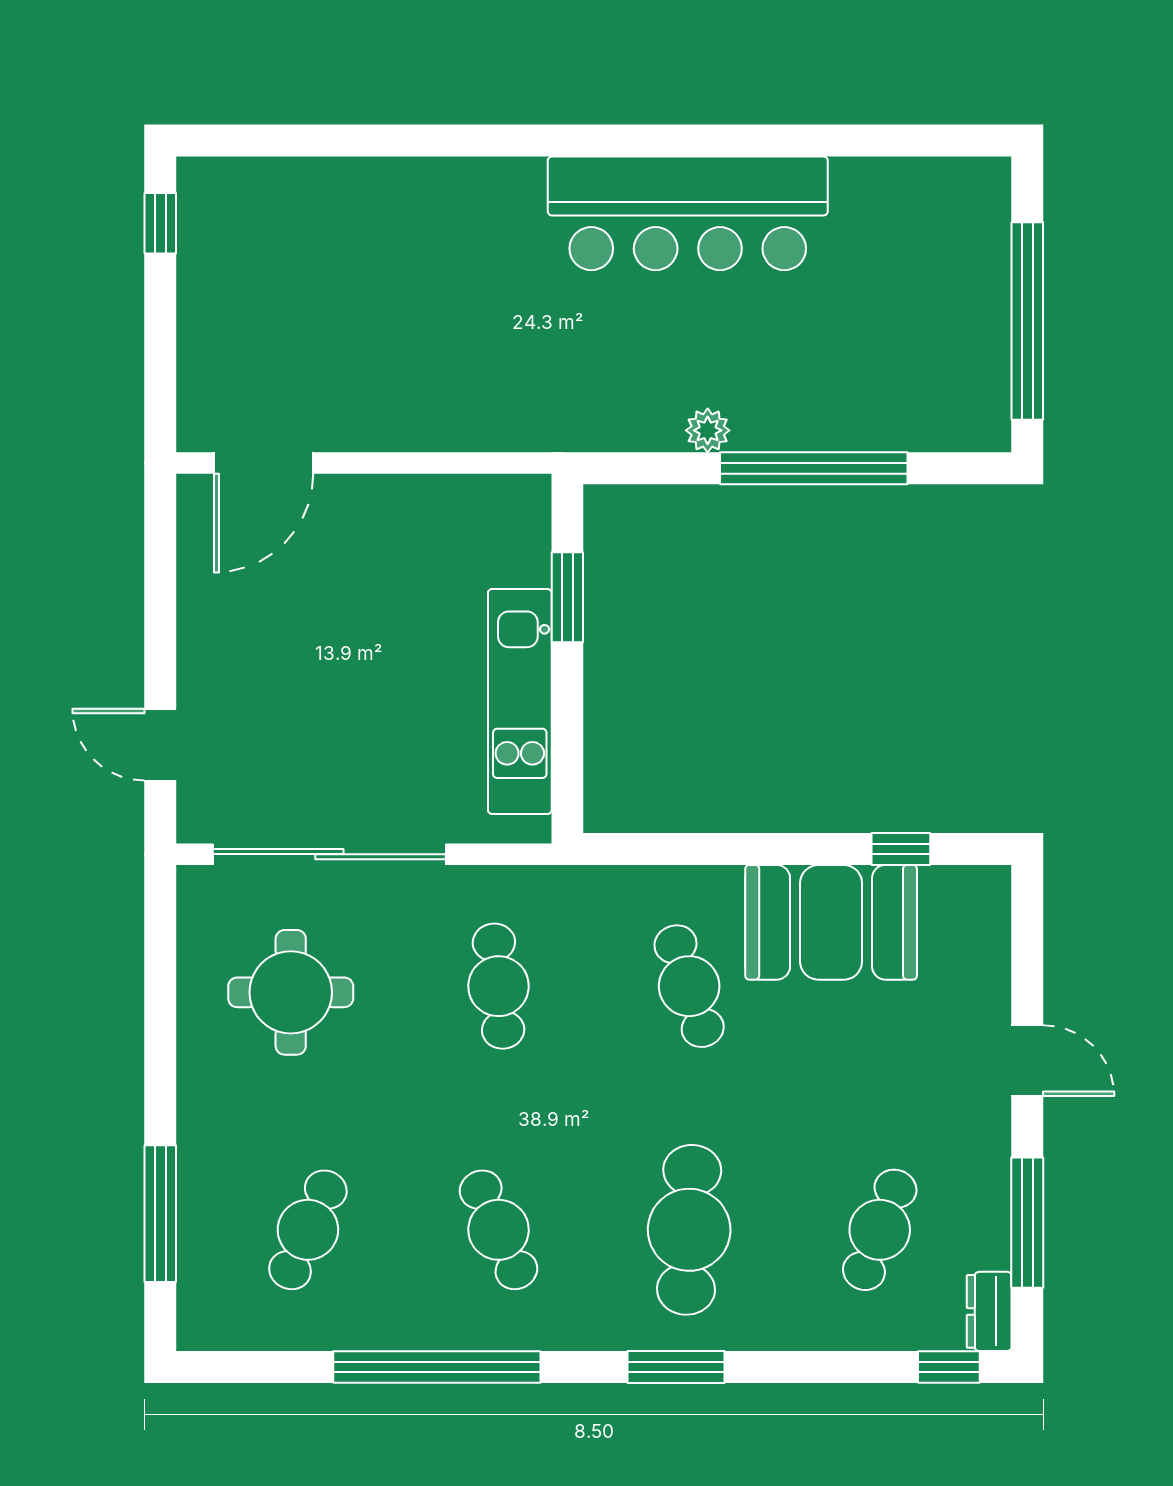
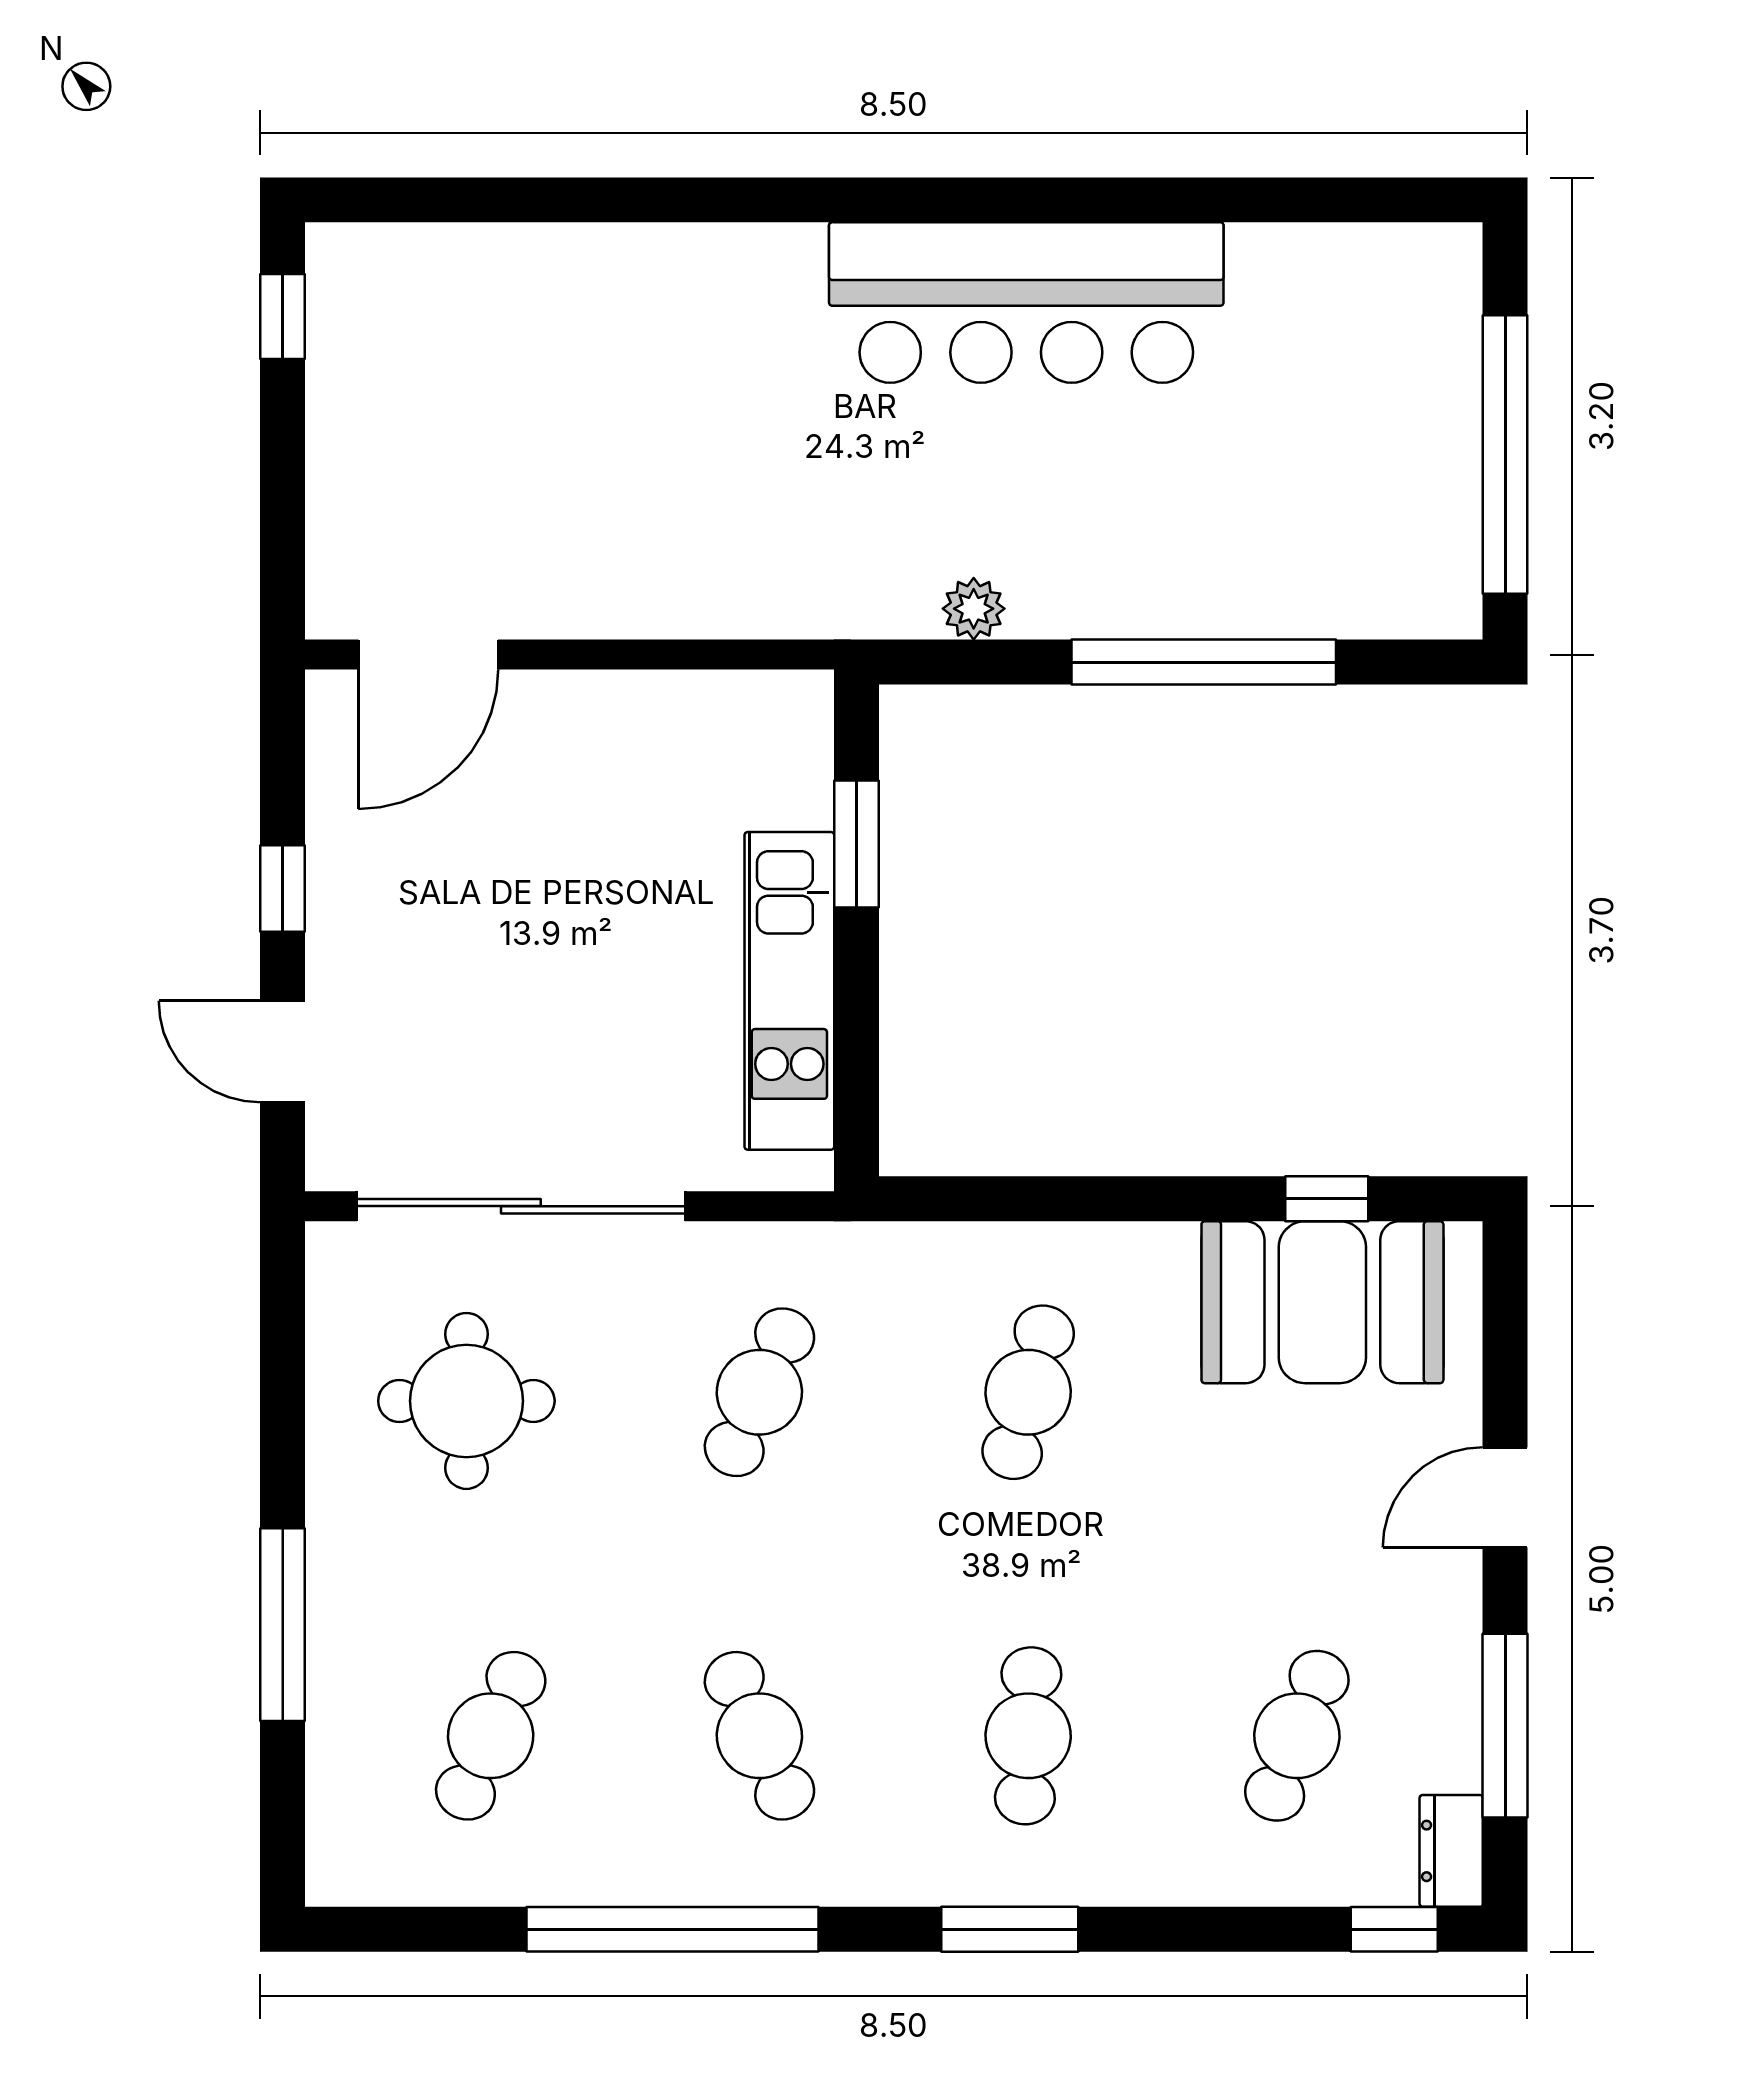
plant: (708, 430) -> (974, 609), moved
window: (160, 629) -> (283, 888), added
booth: (831, 922) -> (1322, 1302), moved
cafe table: (499, 986) -> (759, 1392), turned 30
cafe table: (689, 986) -> (1028, 1392), turned 33
door: (1027, 1061) -> (1505, 1497), swing flipped
window: (160, 1214) -> (283, 1625), moved
cafe table: (689, 1230) -> (1028, 1736), width x0.73, depth x0.74

